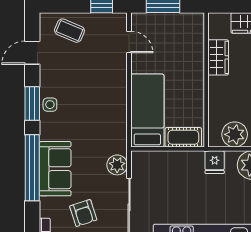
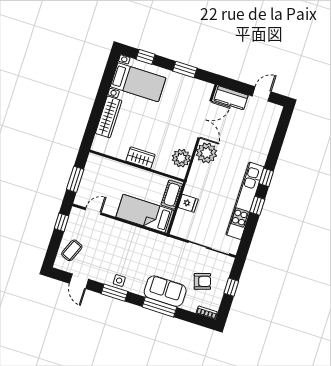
wardrobe: (218, 57) -> (140, 158), moved
fridge: (215, 162) -> (188, 203), moved
plant: (117, 165) -> (176, 247), removed
window: (32, 168) -> (159, 307), width x0.68

